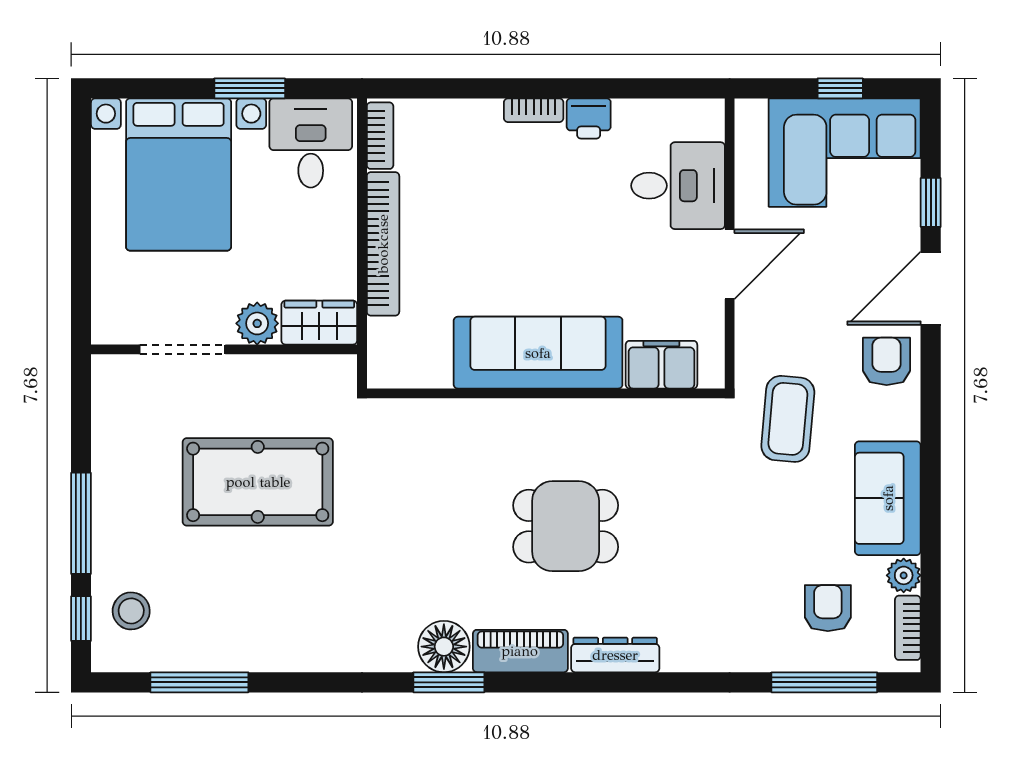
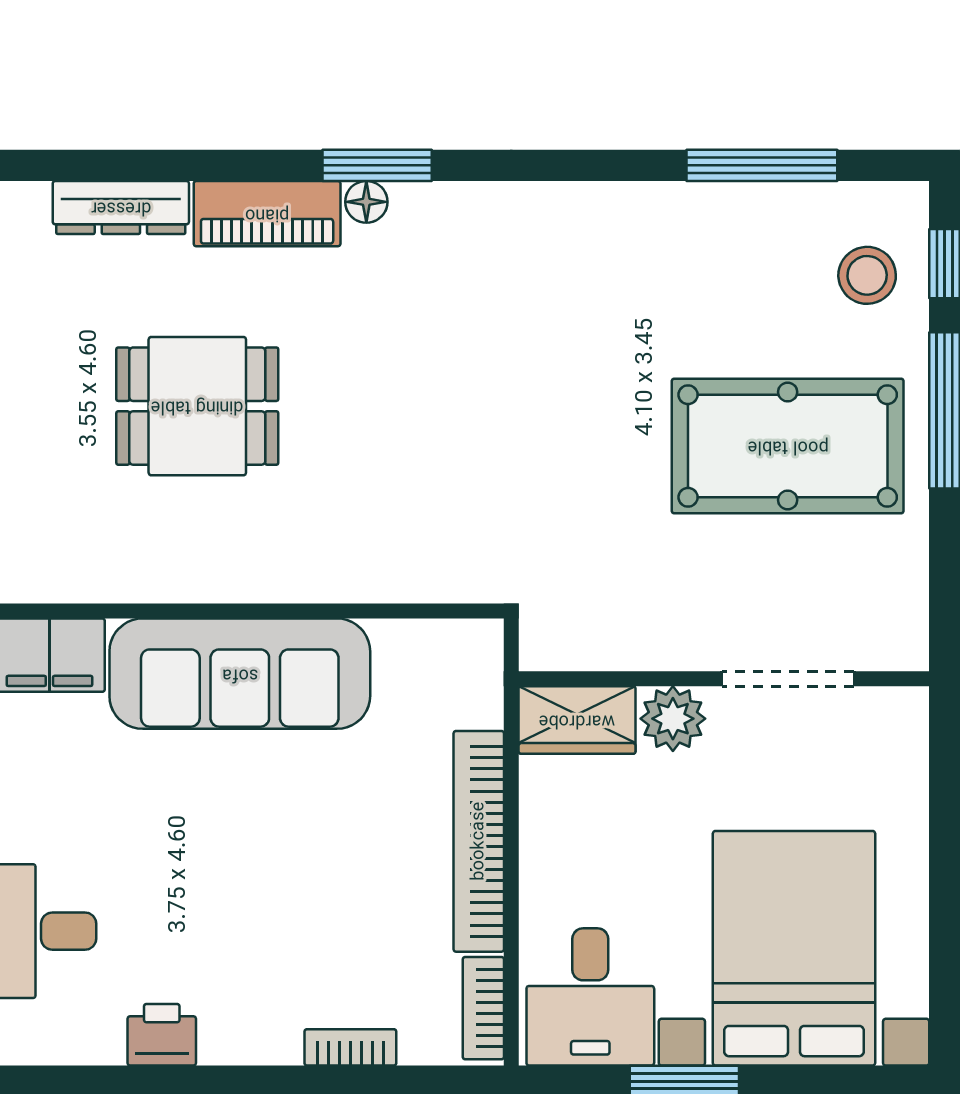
bookcase: (534, 110) -> (350, 1047), moved
pool table: (258, 482) -> (788, 446), moved
floor lamp: (444, 647) -> (366, 202), width x0.53, depth x0.53

